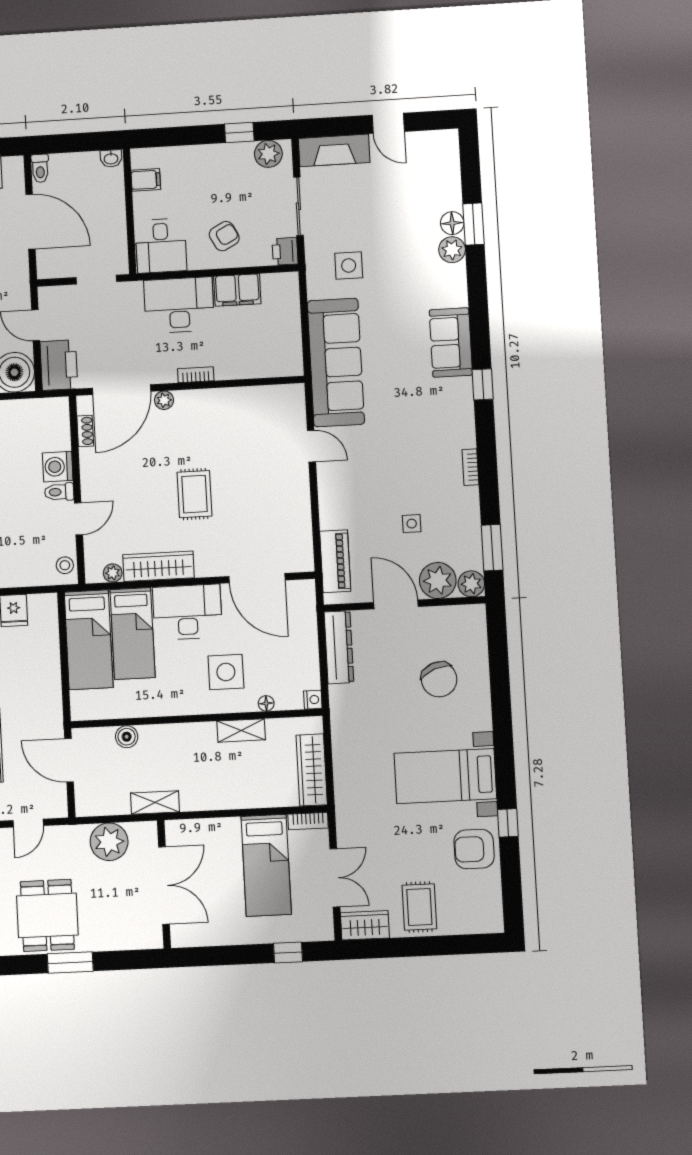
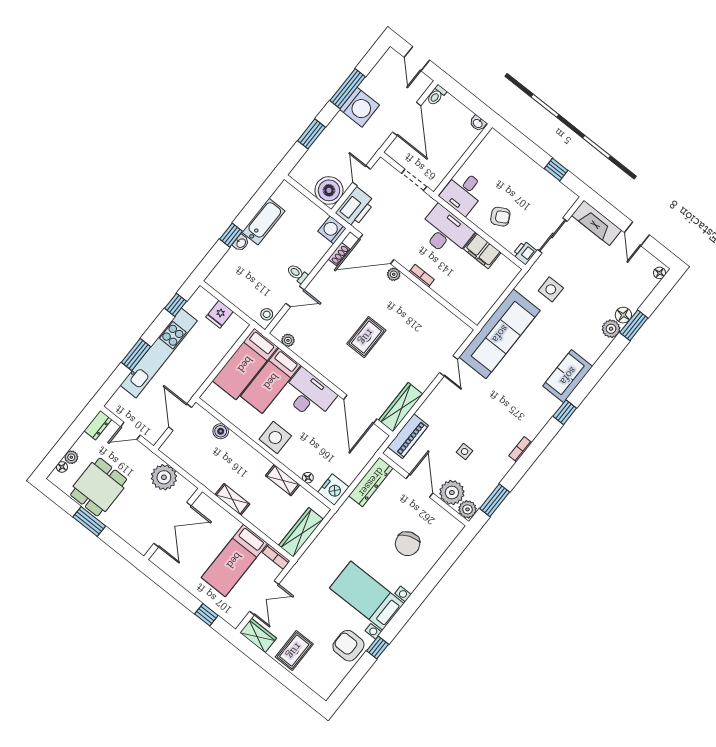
floor lamp: (451, 143) -> (660, 273), added
plant: (268, 154) -> (561, 194), removed
filing cabinet: (146, 180) -> (486, 151), removed
washing machine: (58, 467) -> (332, 230), moved
wardrobe: (158, 566) -> (401, 407), moved, turned -90
side table: (226, 672) -> (275, 437), moved
nightstand: (313, 700) -> (333, 490), width x1.89, depth x1.79
shelving: (155, 802) -> (232, 499), moved

